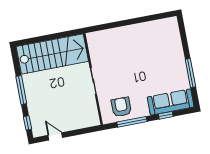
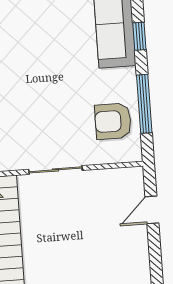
door: (55, 136) -> (152, 210), moved

